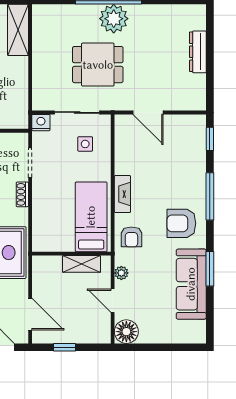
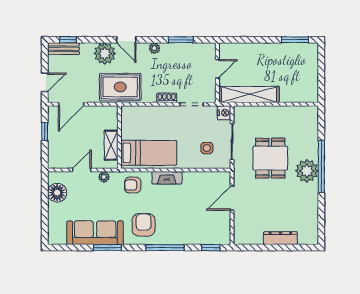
shelving: (18, 30) -> (249, 94), moved, width x1.47
floor lamp: (126, 332) -> (57, 193), moved

